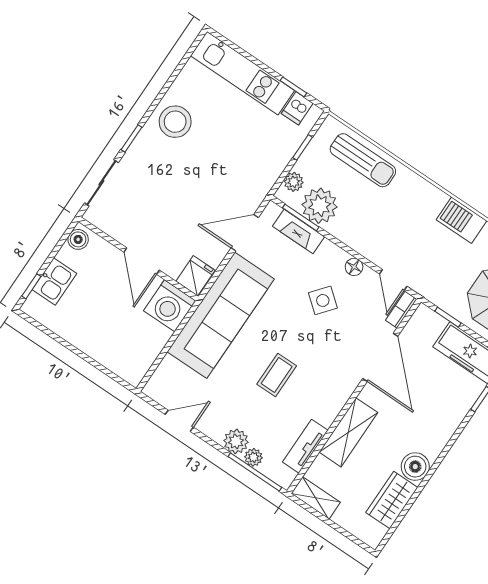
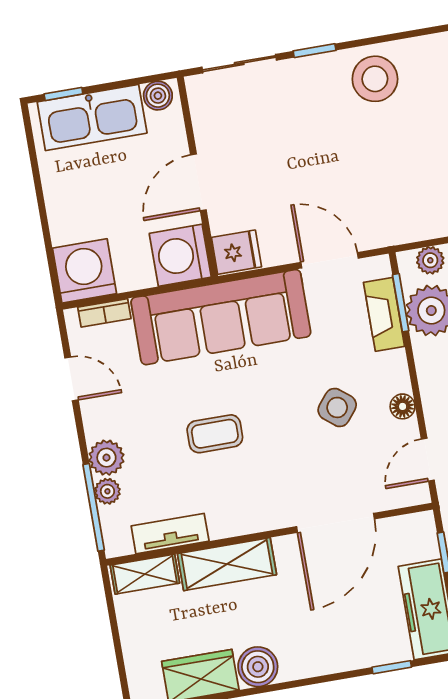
kitchen sink: (54, 281) -> (92, 118), width x1.87, depth x1.24
bookcase: (401, 310) -> (104, 313), moved, turned 180
washing machine: (131, 362) -> (84, 271), added
shelving: (316, 498) -> (145, 574), moved, turned 90

